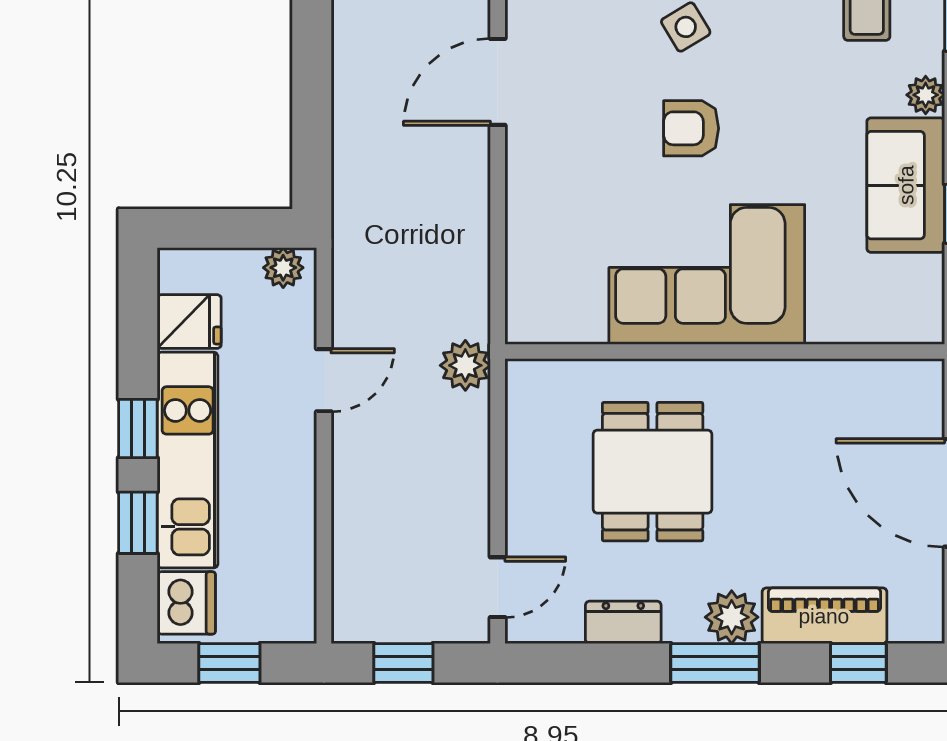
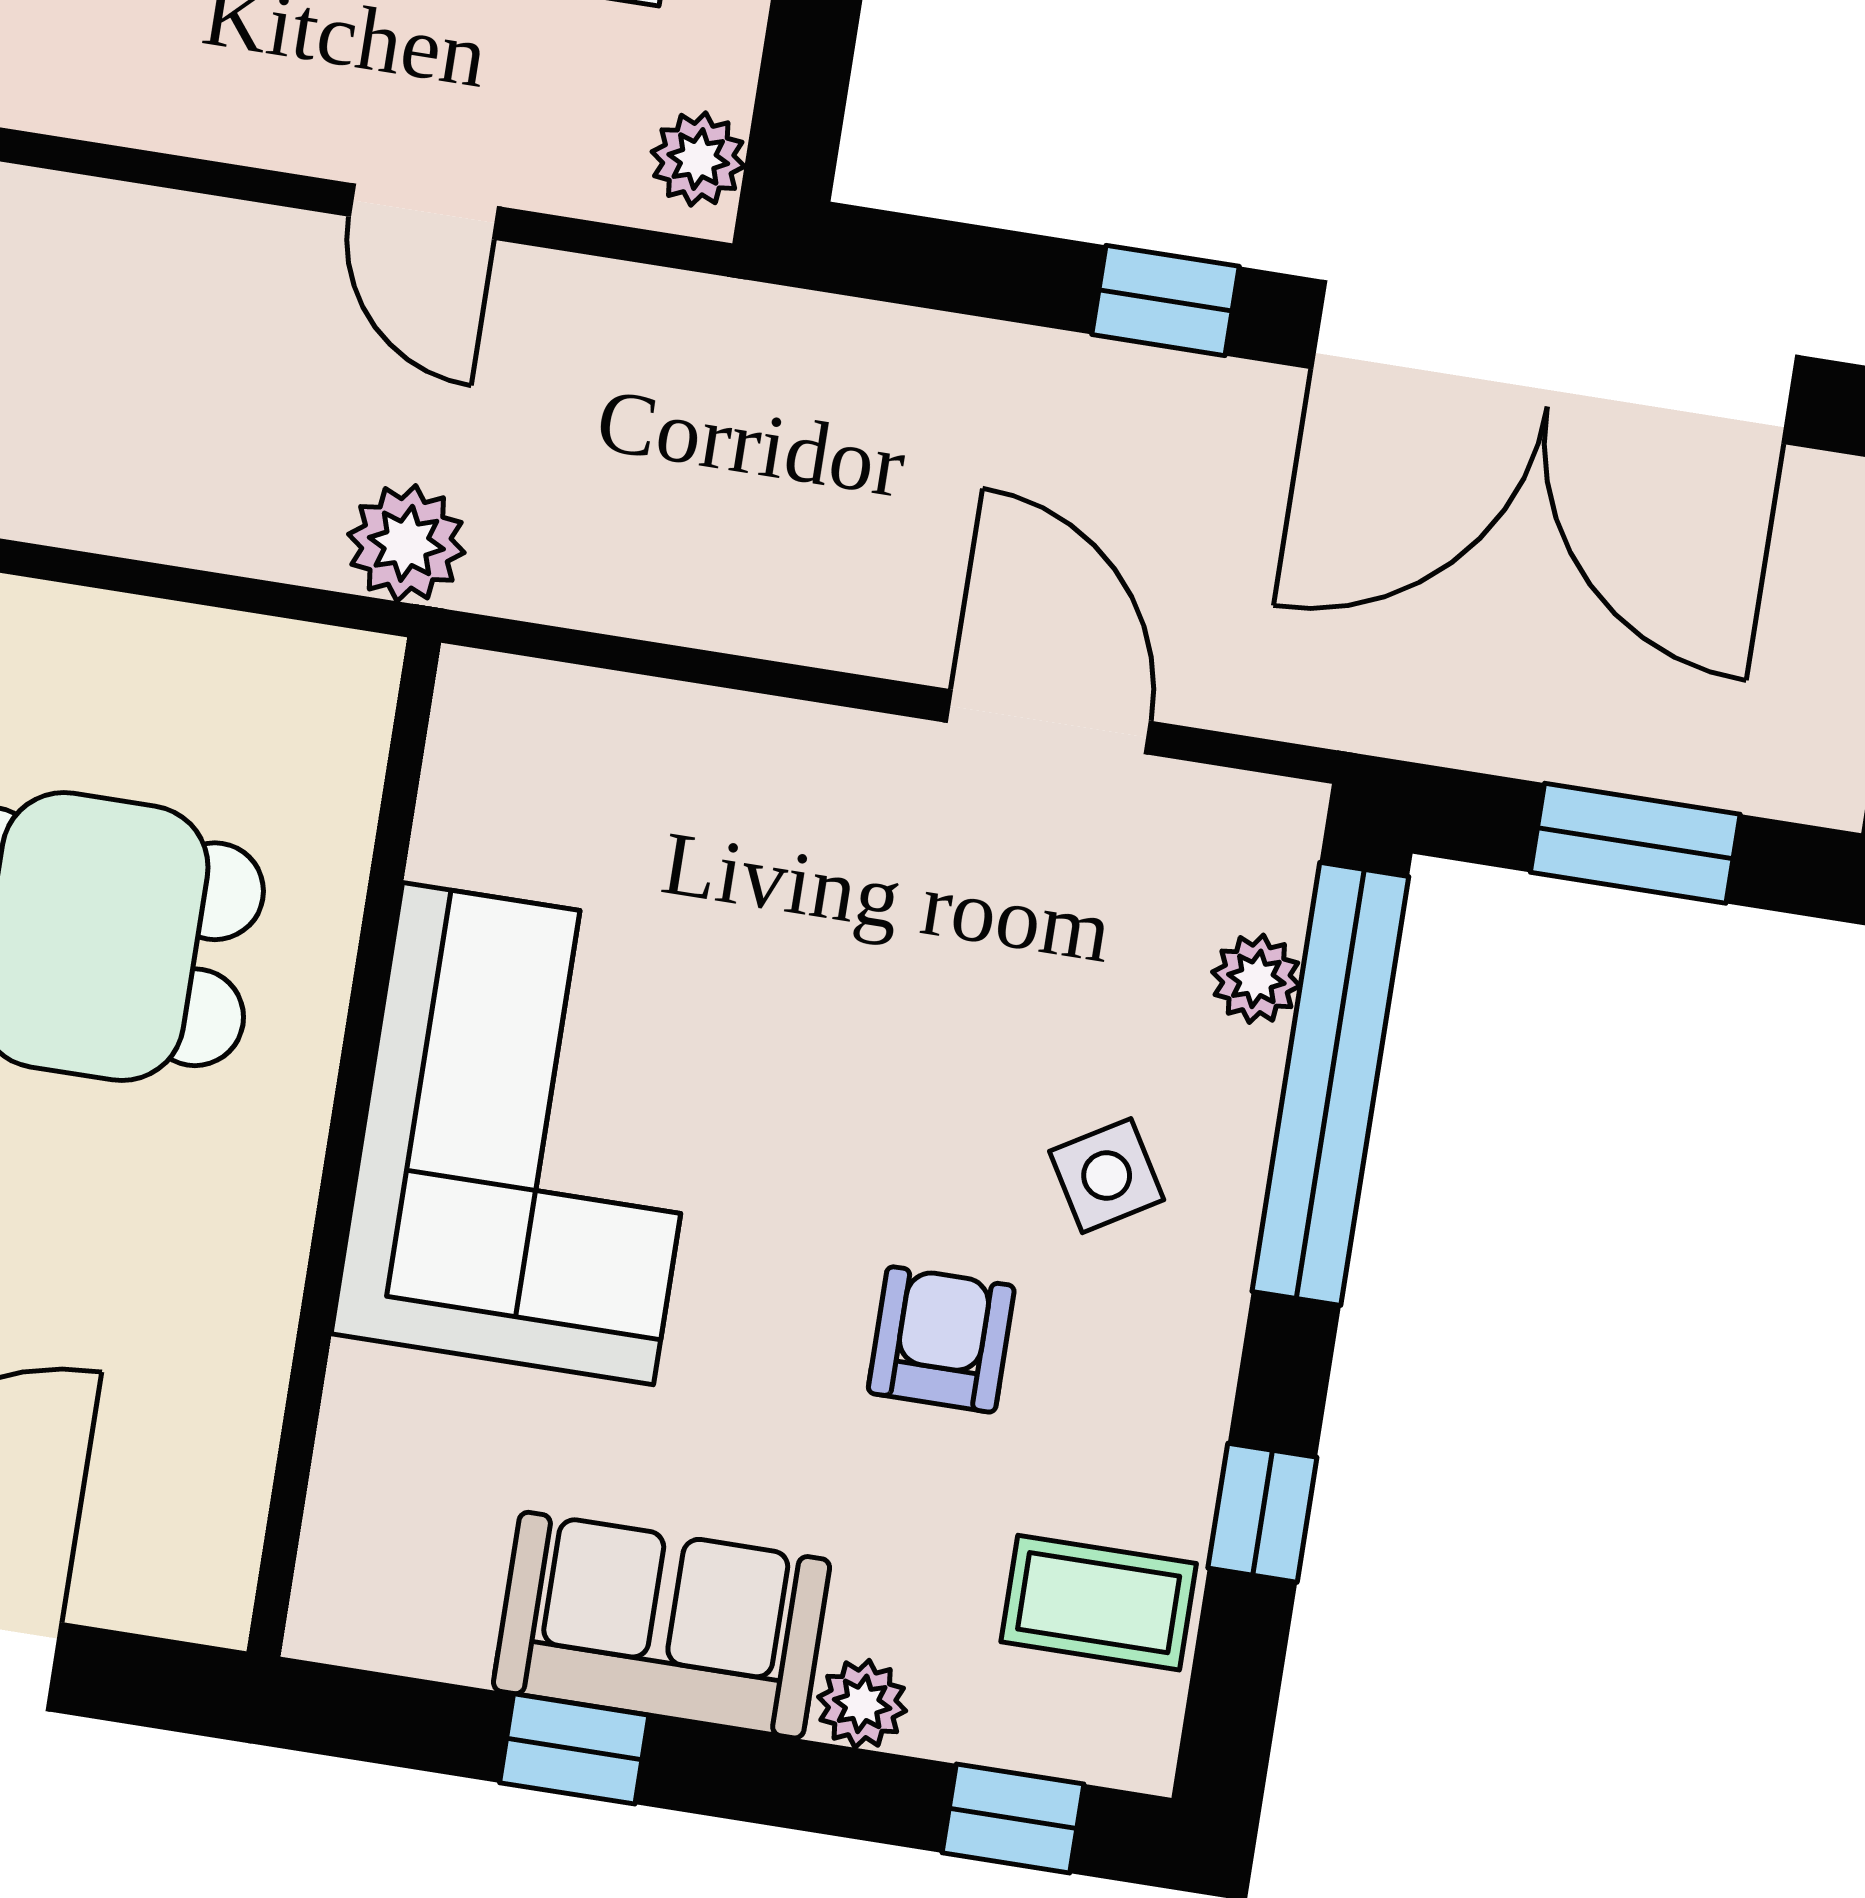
window: (312, 61) -> (1165, 300), added
armchair: (691, 128) -> (941, 1339), moved

